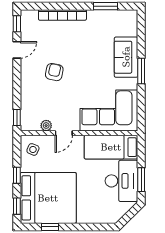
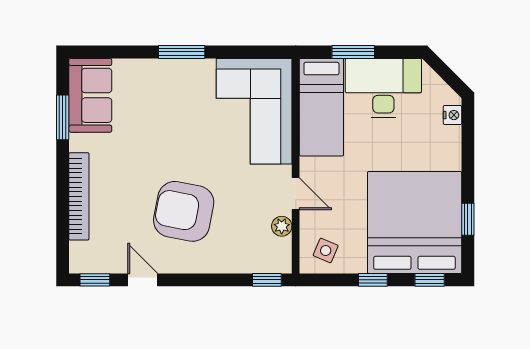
sofa: (126, 57) -> (90, 95), moved, turned -90
armchair: (54, 72) -> (184, 211), width x1.88, depth x1.88
window: (141, 180) -> (353, 52), moved
nightstand: (107, 219) -> (452, 115), added

